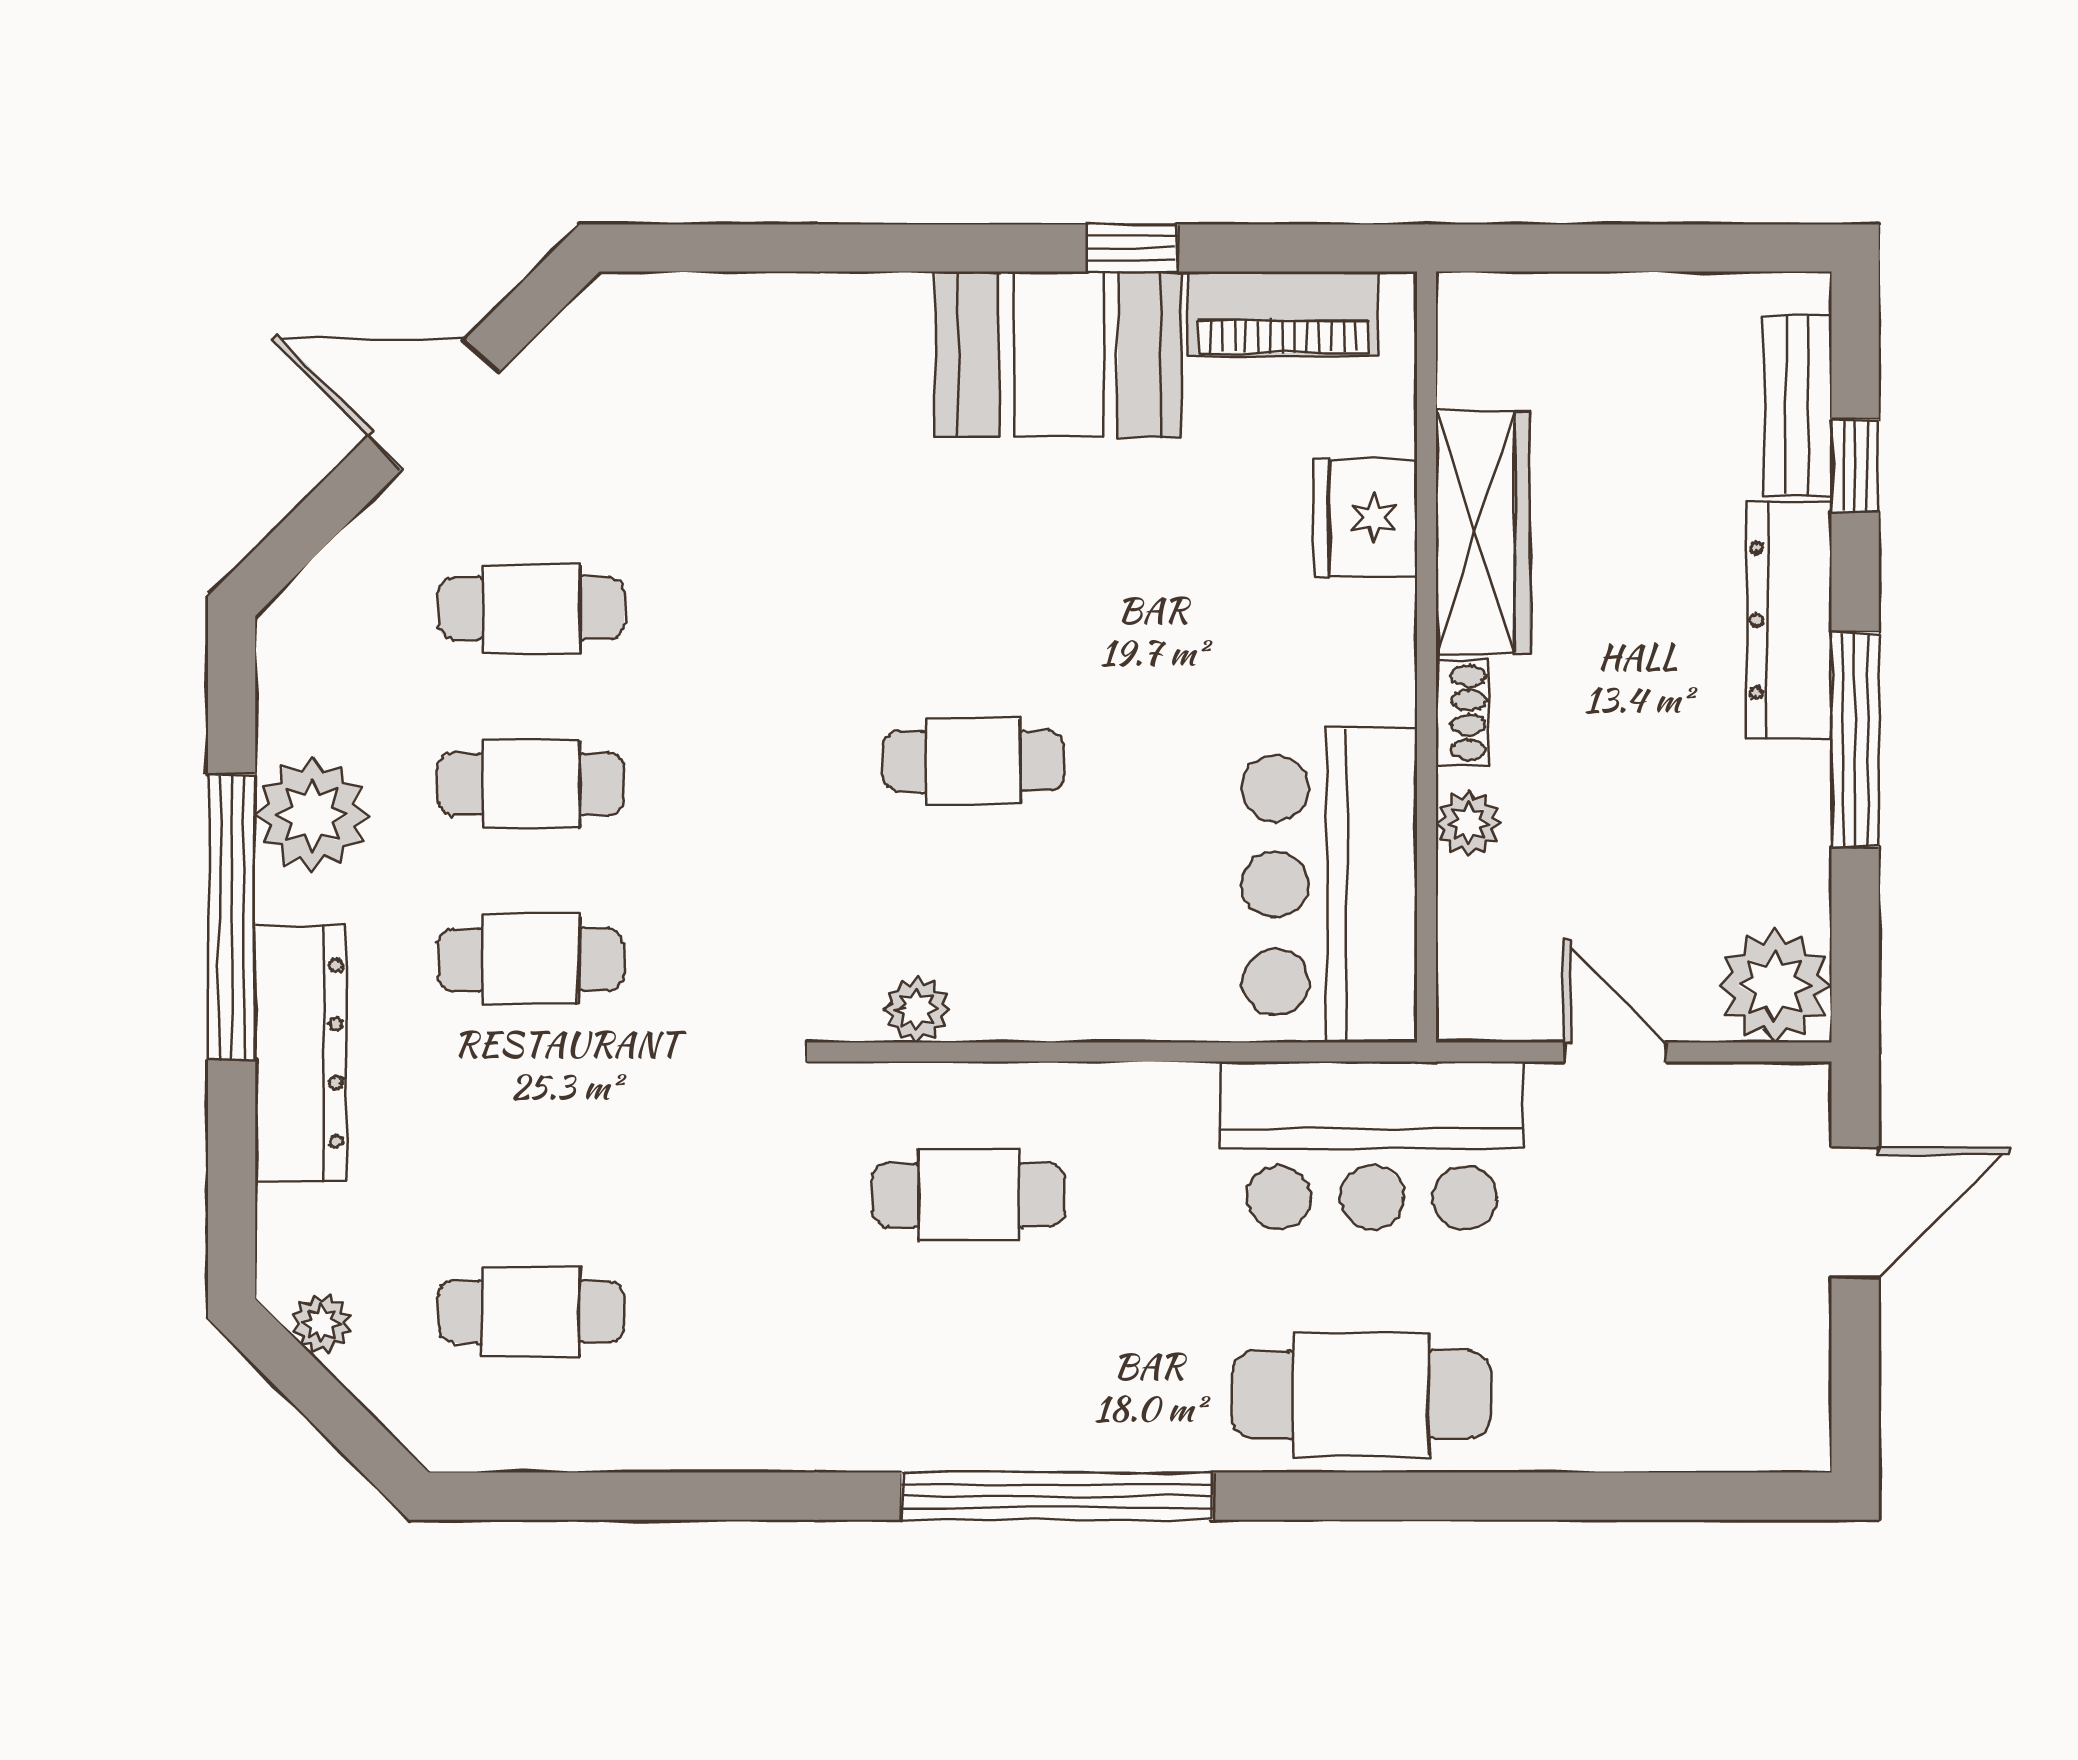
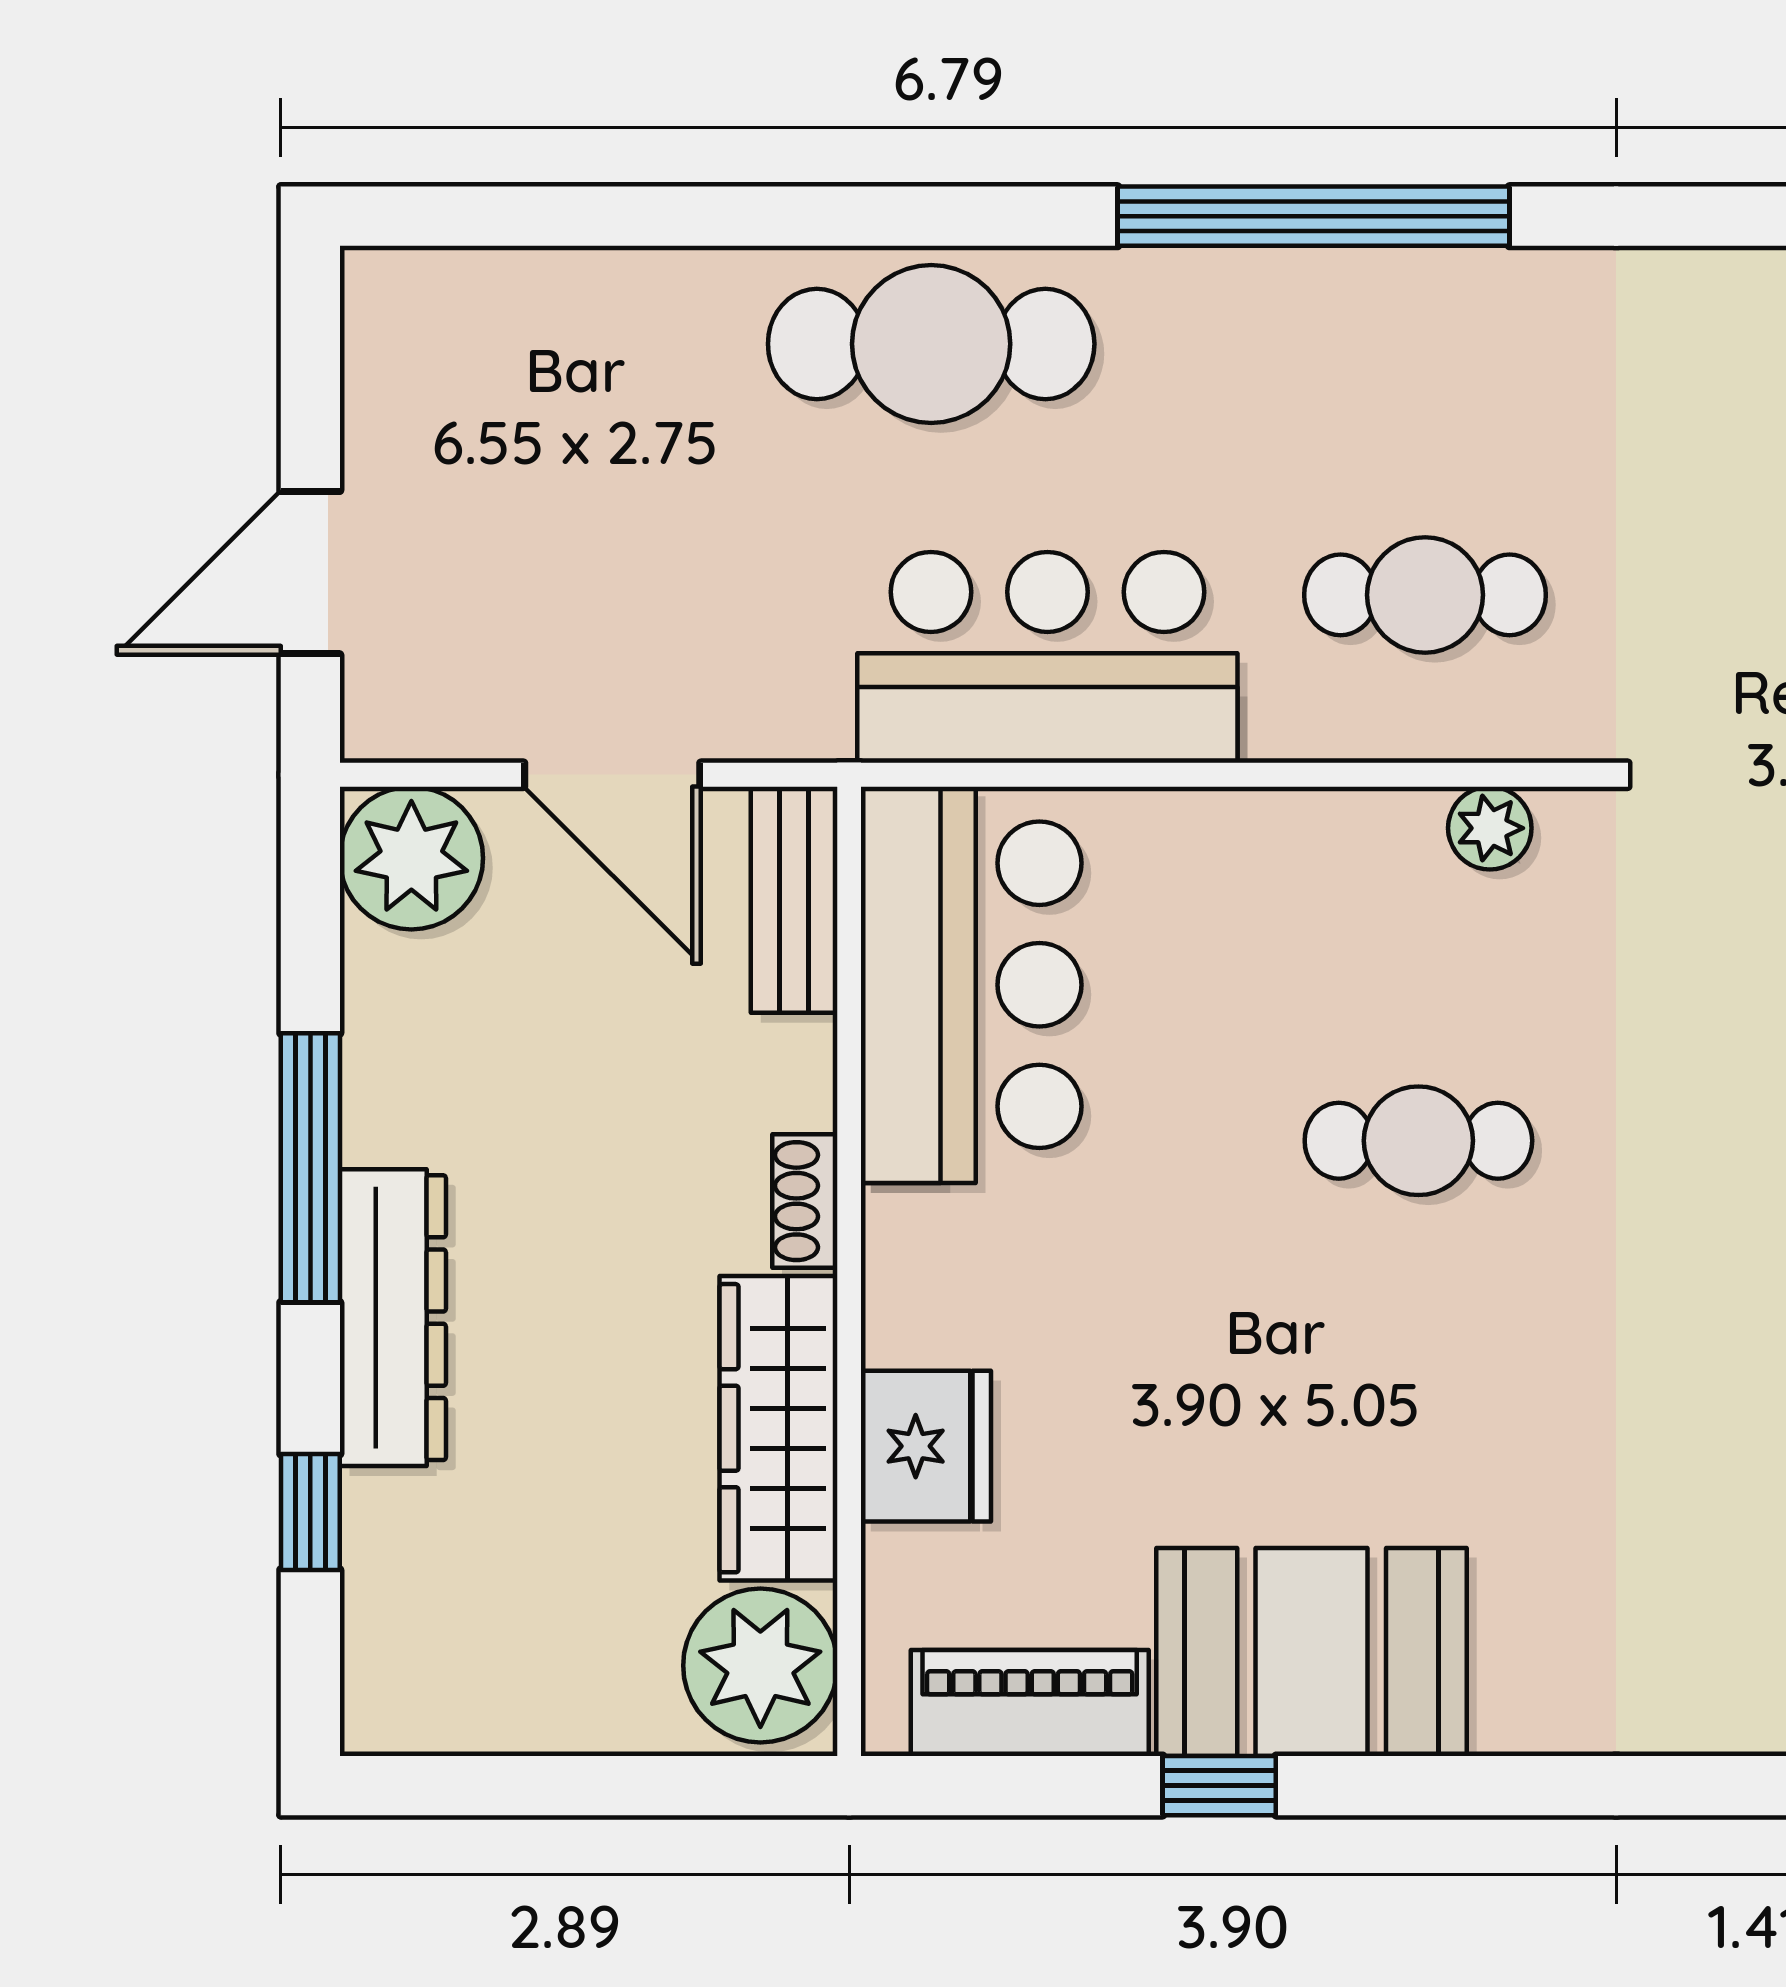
bench: (1797, 406) -> (794, 900), moved
plant: (1469, 824) -> (760, 1665), moved, width x1.88, depth x1.88
door: (1615, 1052) -> (612, 775), width x1.38
bar counter: (1372, 1145) -> (1047, 657), moved

